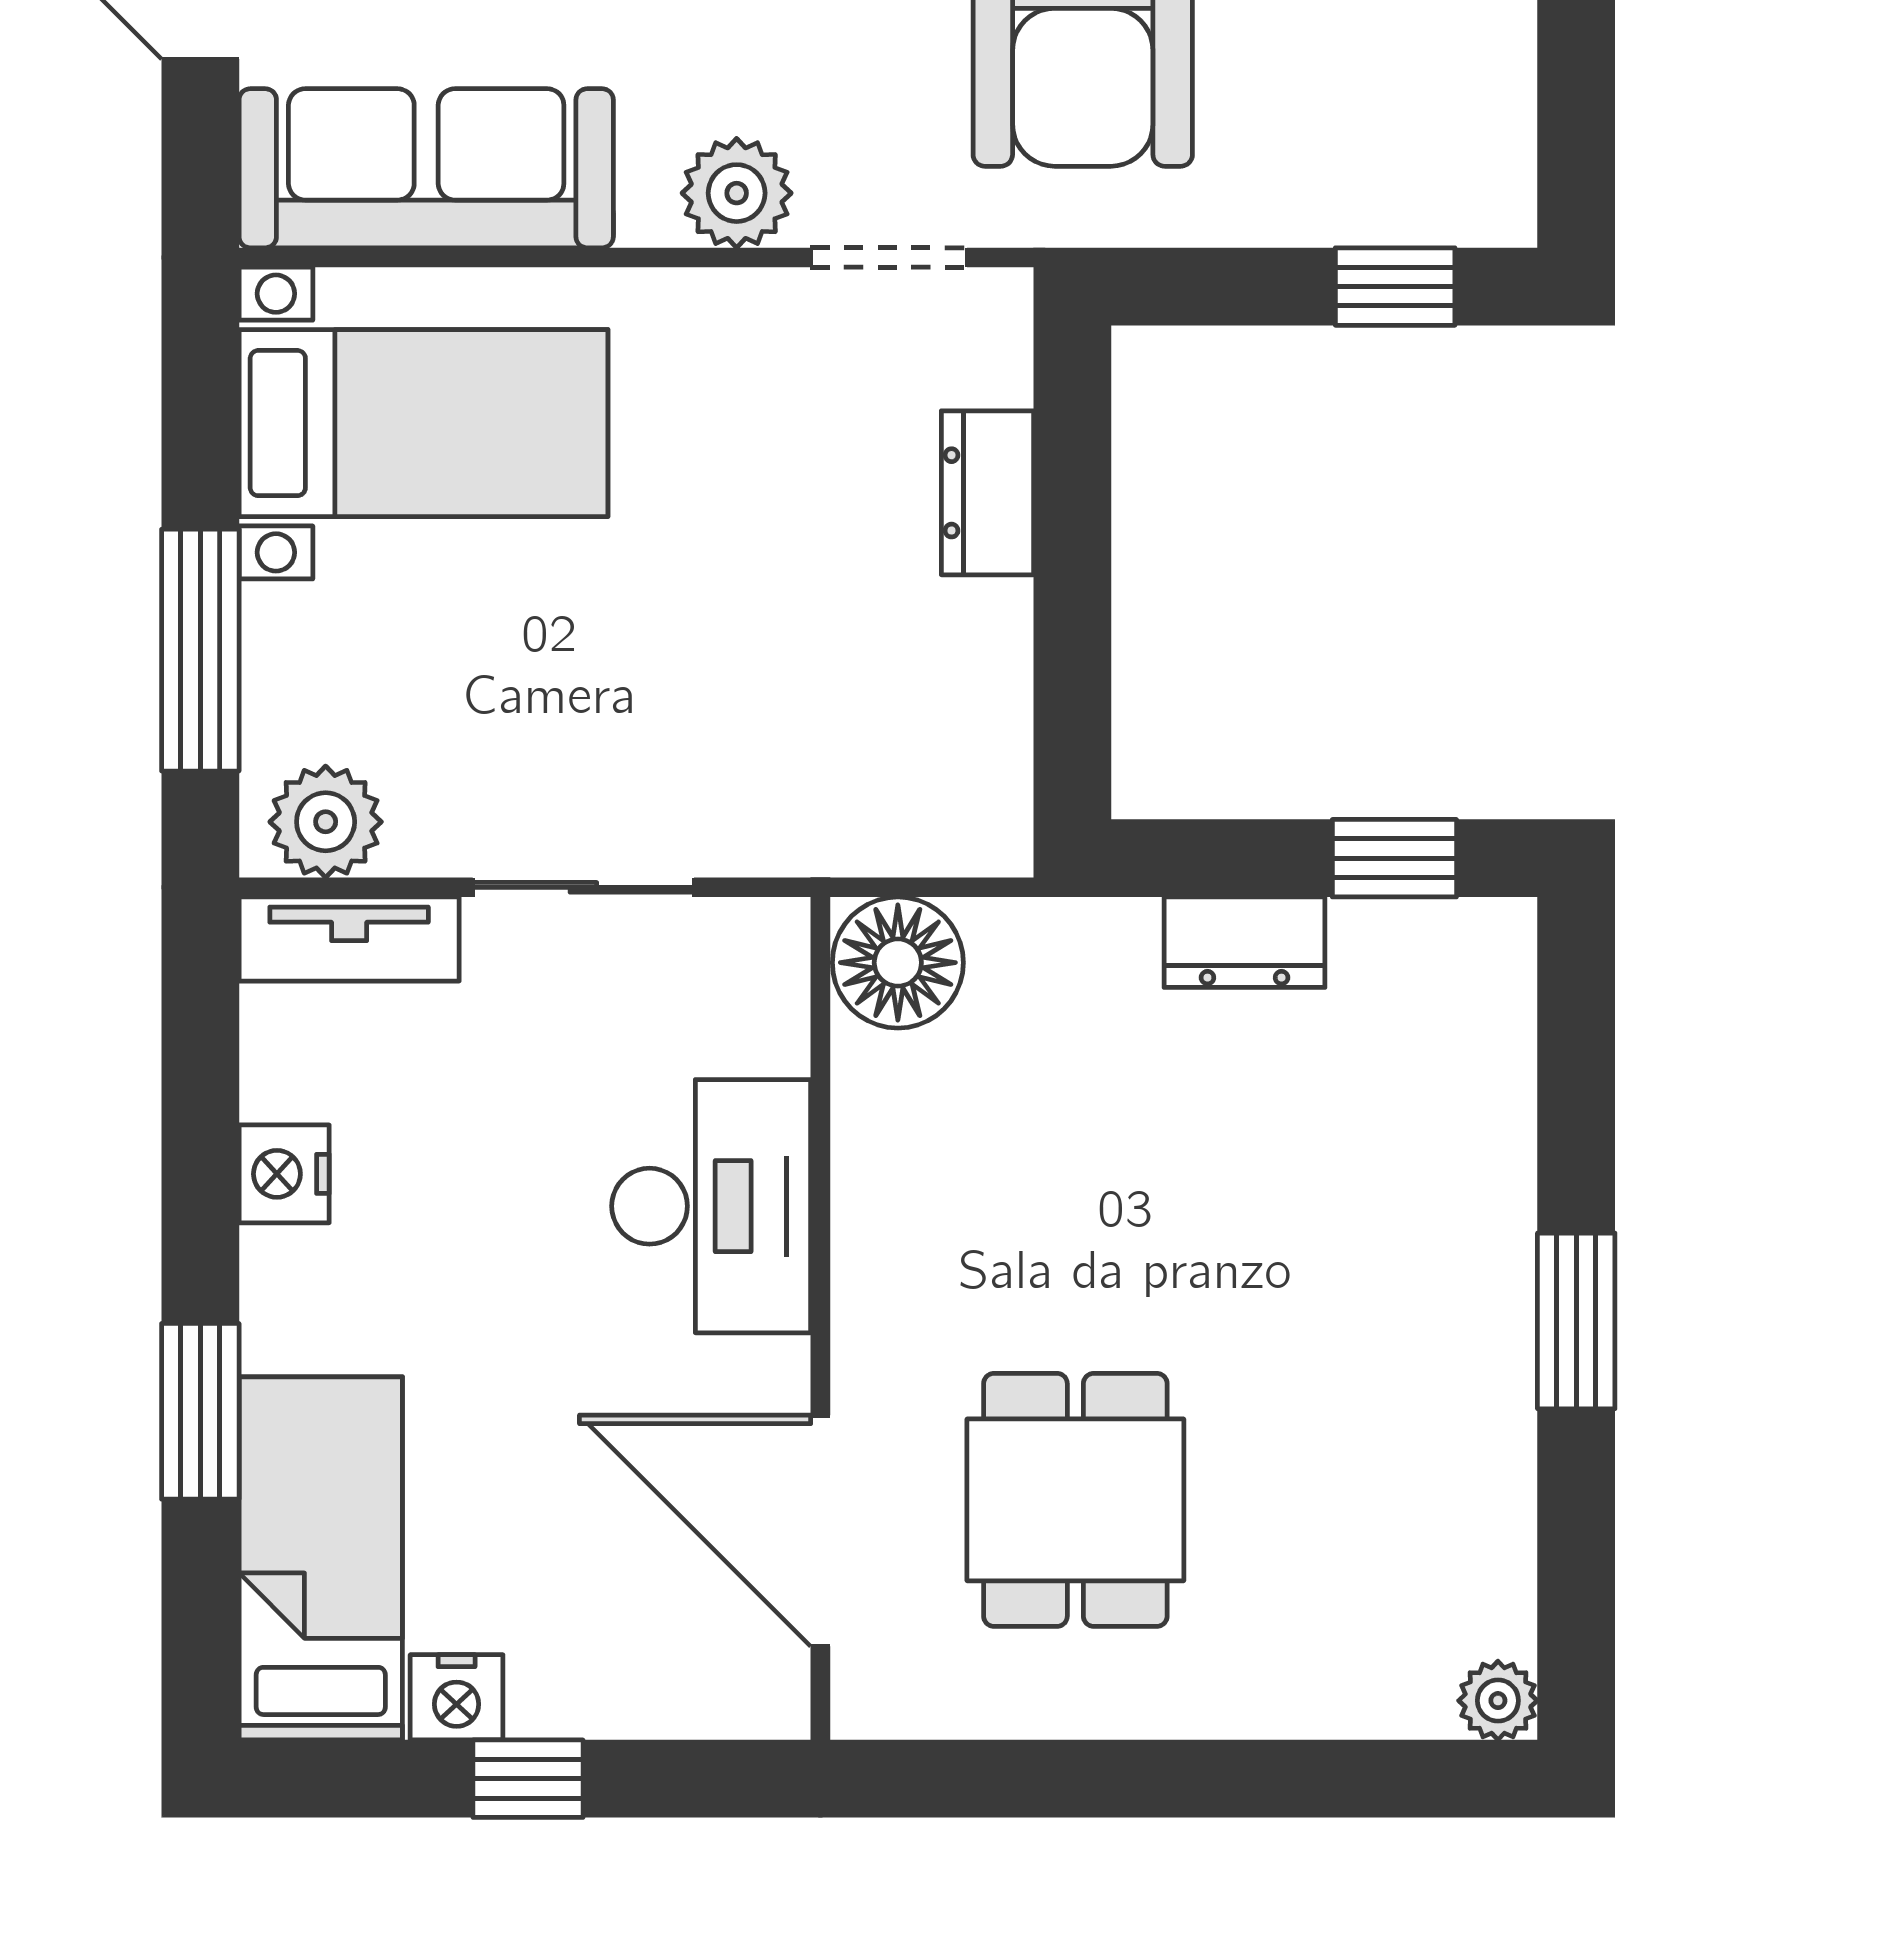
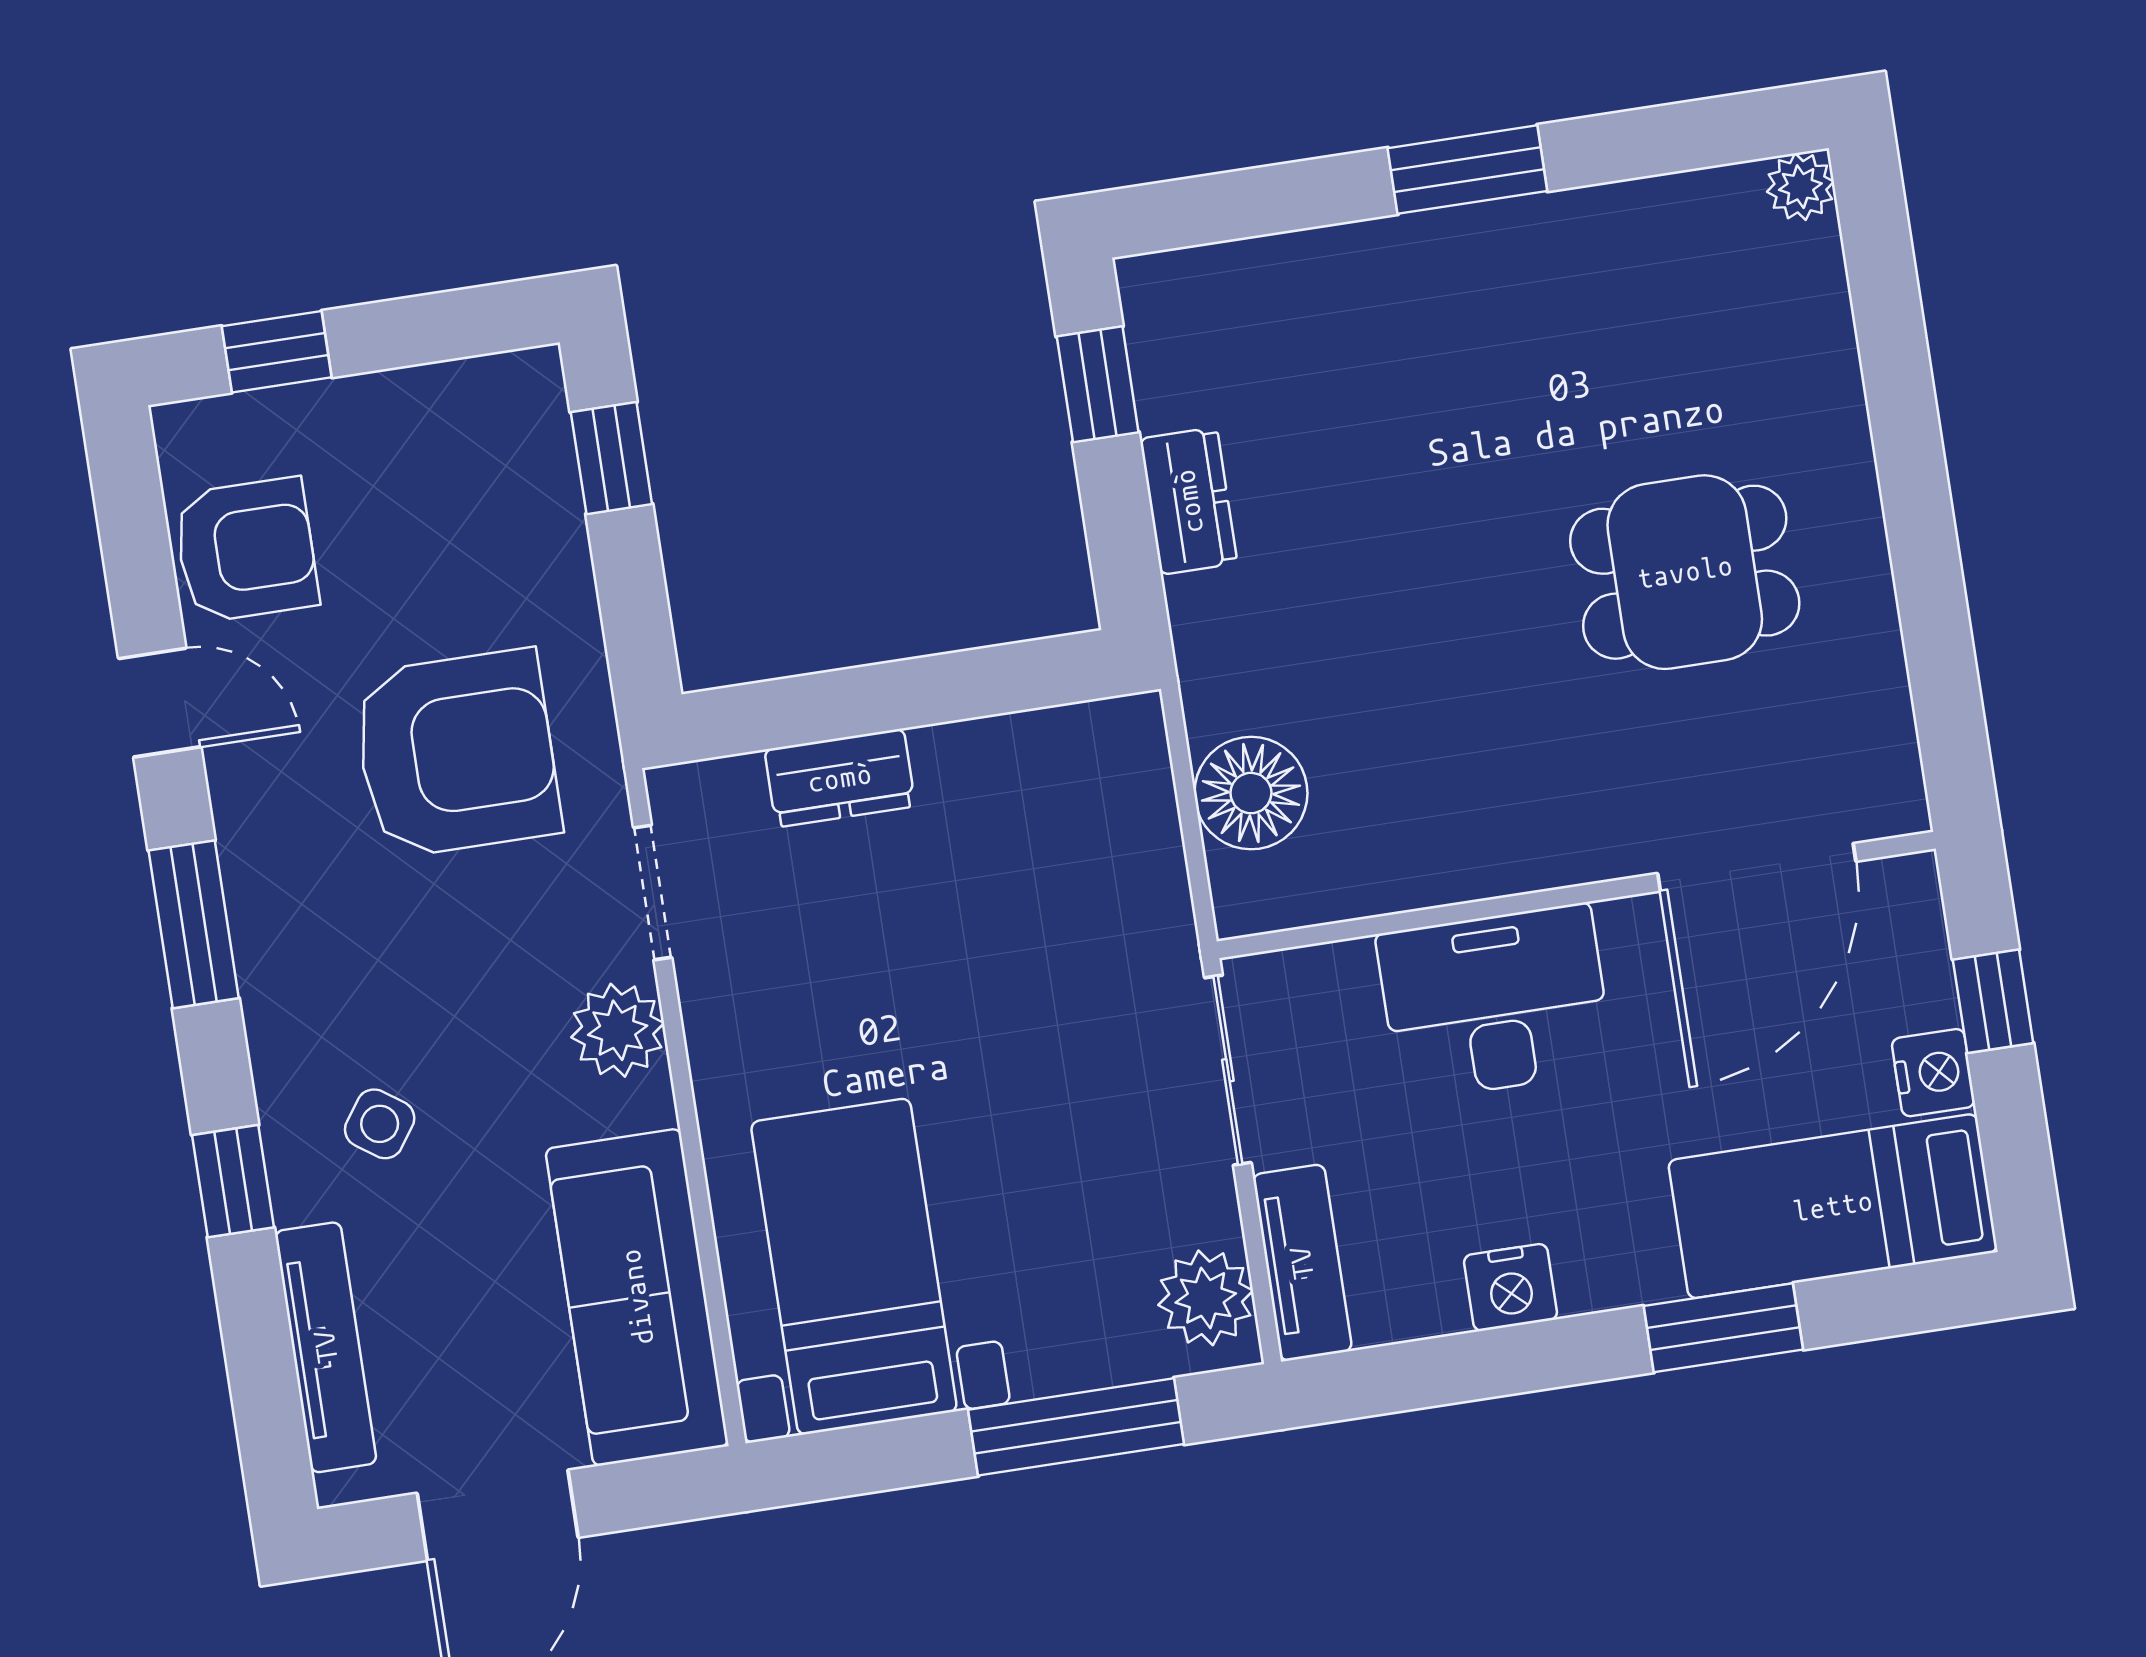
desk: (711, 1206) -> (1495, 1002), moved
wall: (820, 1318) -> (1576, 895), moved
door: (820, 1531) -> (1757, 867), moved

